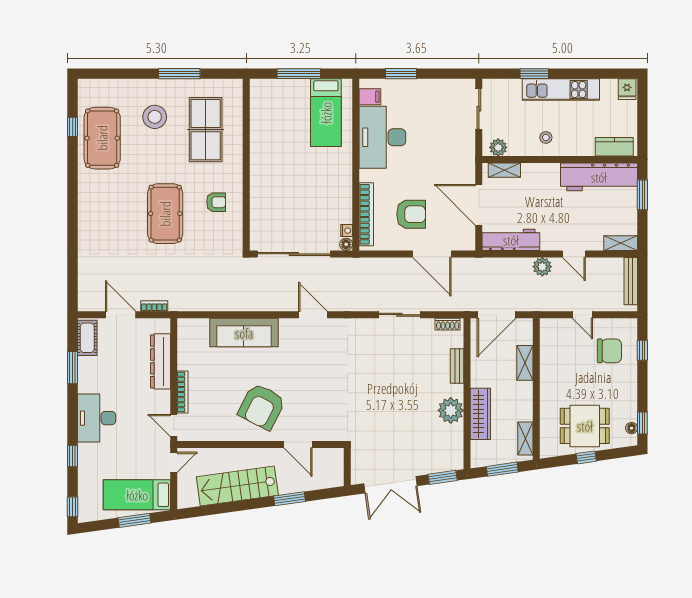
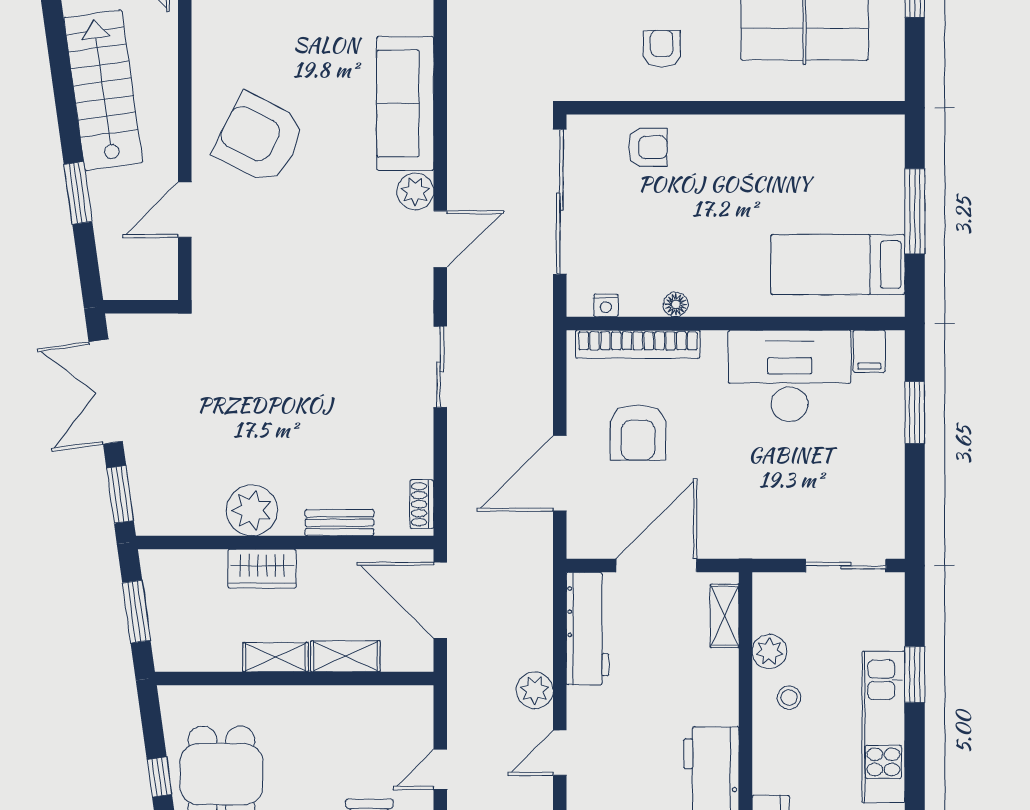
plant: (498, 147) -> (769, 651), moved
armchair: (216, 202) -> (662, 49), turned 180
armchair: (266, 209) -> (648, 147), added
floor lamp: (346, 244) -> (676, 304), moved
sliding door: (399, 315) -> (440, 367), moved
plant: (289, 327) -> (415, 191), added
wardrobe: (480, 414) -> (262, 569), width x0.67
shelving: (525, 439) -> (276, 657), moved

